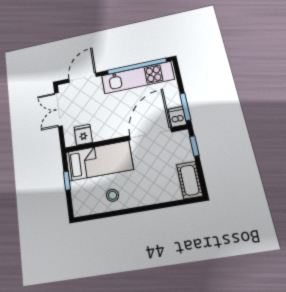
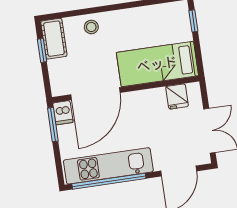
window: (194, 146) -> (42, 50), moved
window: (67, 181) -> (193, 21), moved
stool: (113, 195) -> (91, 27), moved

